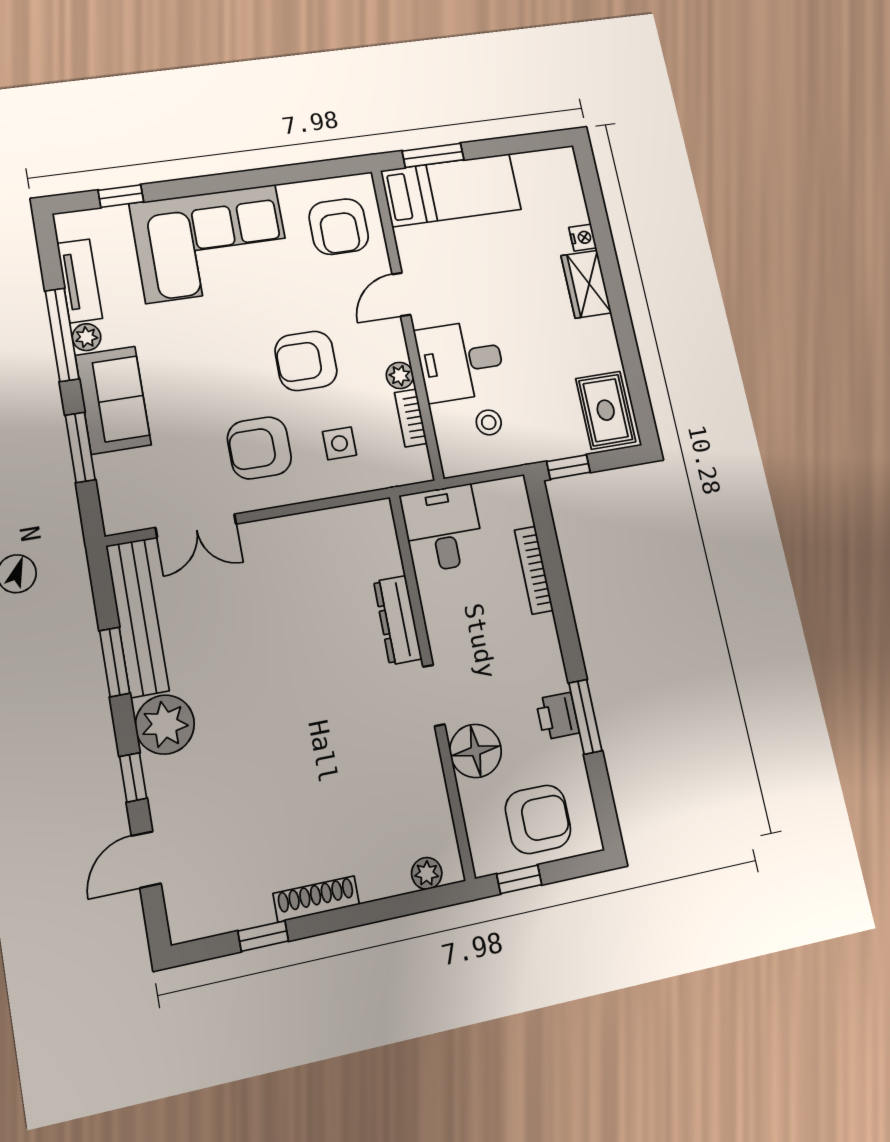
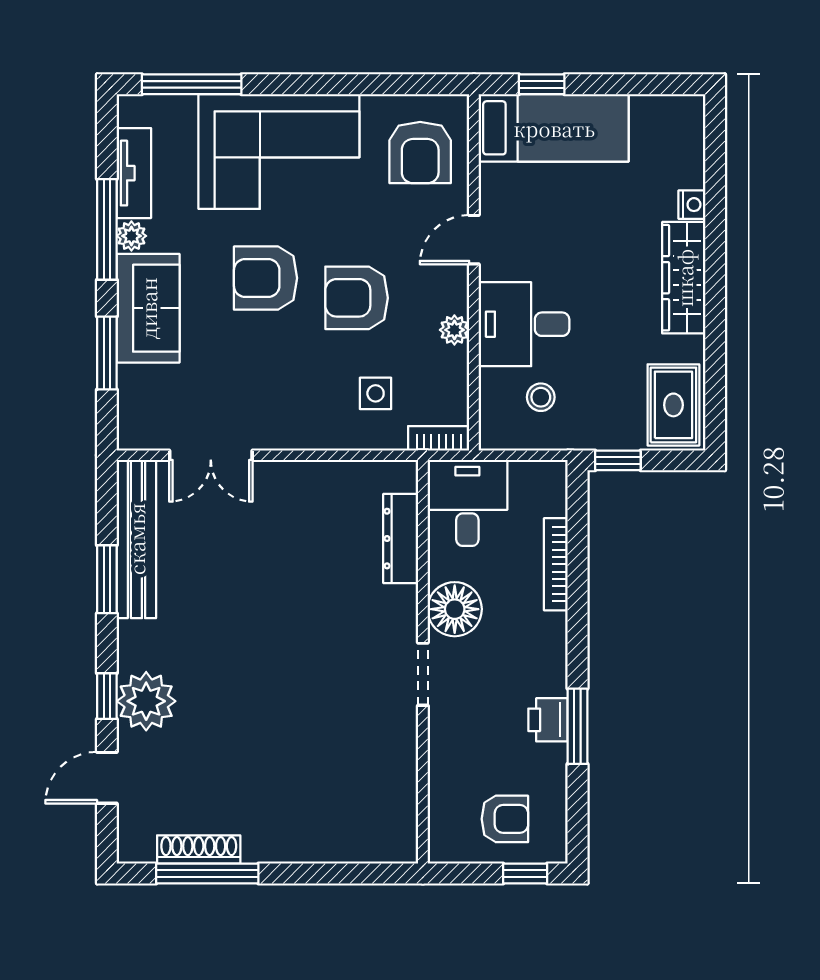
window: (433, 155) -> (542, 84), width x0.67
window: (121, 196) -> (192, 84), width x2.17
wardrobe: (586, 284) -> (684, 278), width x1.50
bookcase: (411, 418) -> (439, 438), moved, turned 90
armchair: (259, 448) -> (265, 278), moved
dresser: (398, 620) -> (401, 539), moved
plant: (165, 725) -> (146, 701), moved
floor lamp: (476, 751) -> (455, 609), moved
armchair: (538, 819) -> (505, 819), width x0.72, depth x0.72
plant: (427, 873) -> (380, 848), removed
window: (519, 879) -> (525, 873), moved
shoe rack: (316, 899) -> (199, 849), moved
window: (263, 936) -> (207, 873), width x2.17

